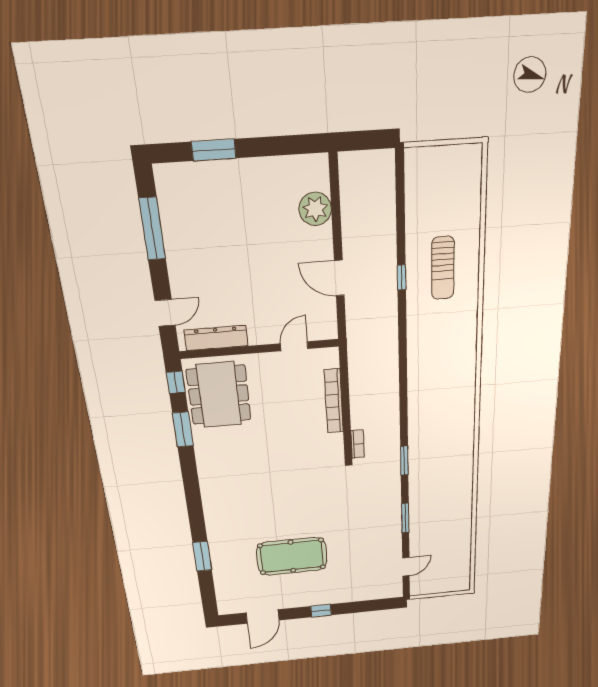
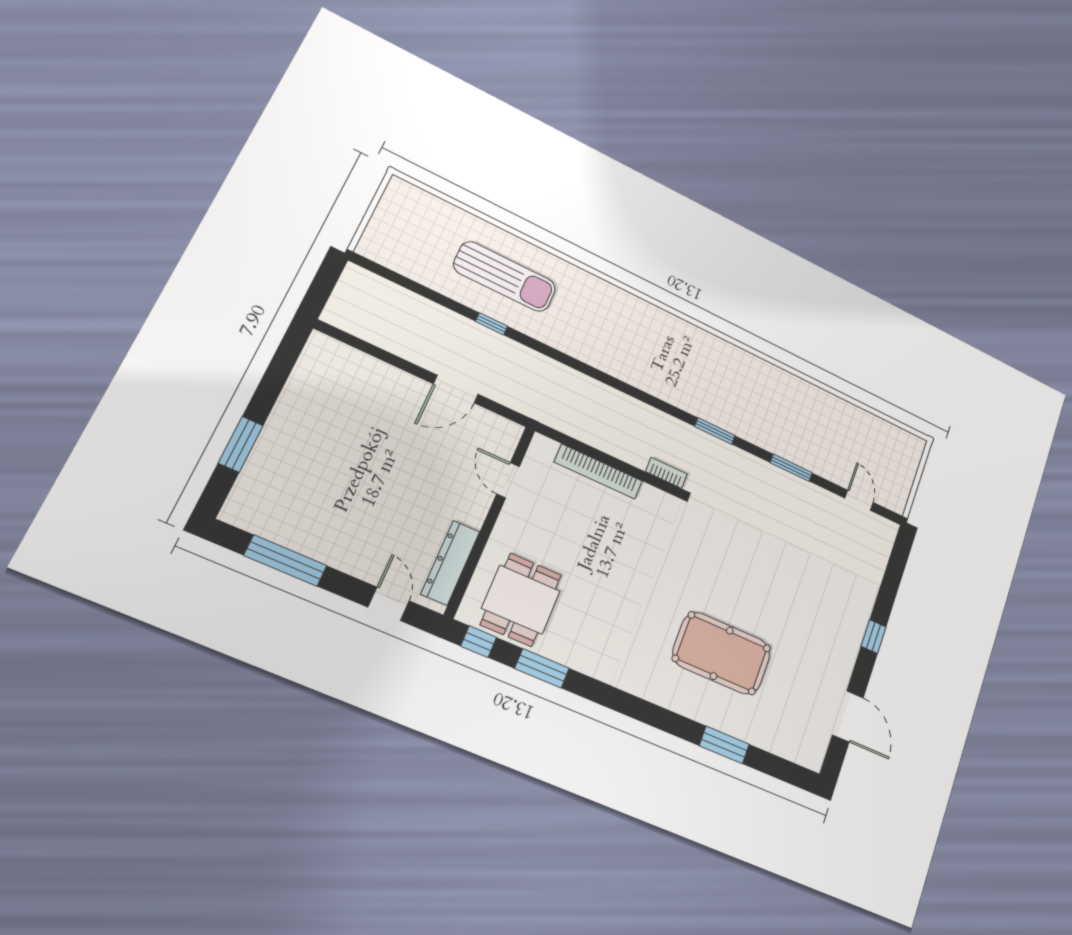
plant: (315, 209) -> (365, 374), removed
sun lounger: (443, 268) -> (505, 277), width x1.36, depth x1.34
dining table: (219, 395) -> (521, 600), width x0.73
pool table: (292, 556) -> (722, 653), moved, turned 90

